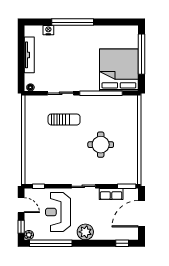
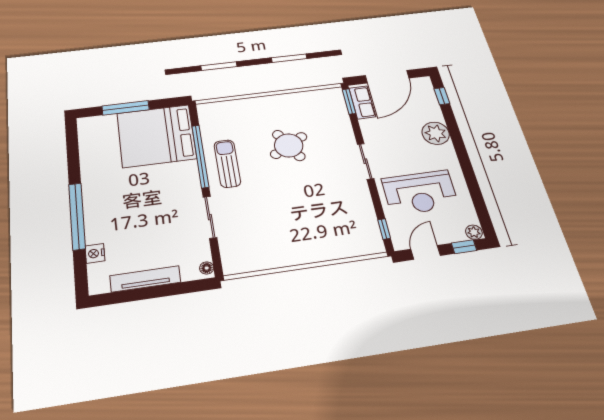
window: (142, 54) -> (126, 108), width x0.68
sun lounger: (64, 119) -> (227, 163), moved
round table: (101, 145) -> (289, 145), turned -30
row of seats: (111, 194) -> (362, 102), moved
door: (142, 214) -> (387, 77), hinge flipped
plant: (85, 232) -> (436, 133), moved
window: (51, 243) -> (477, 196), removed

